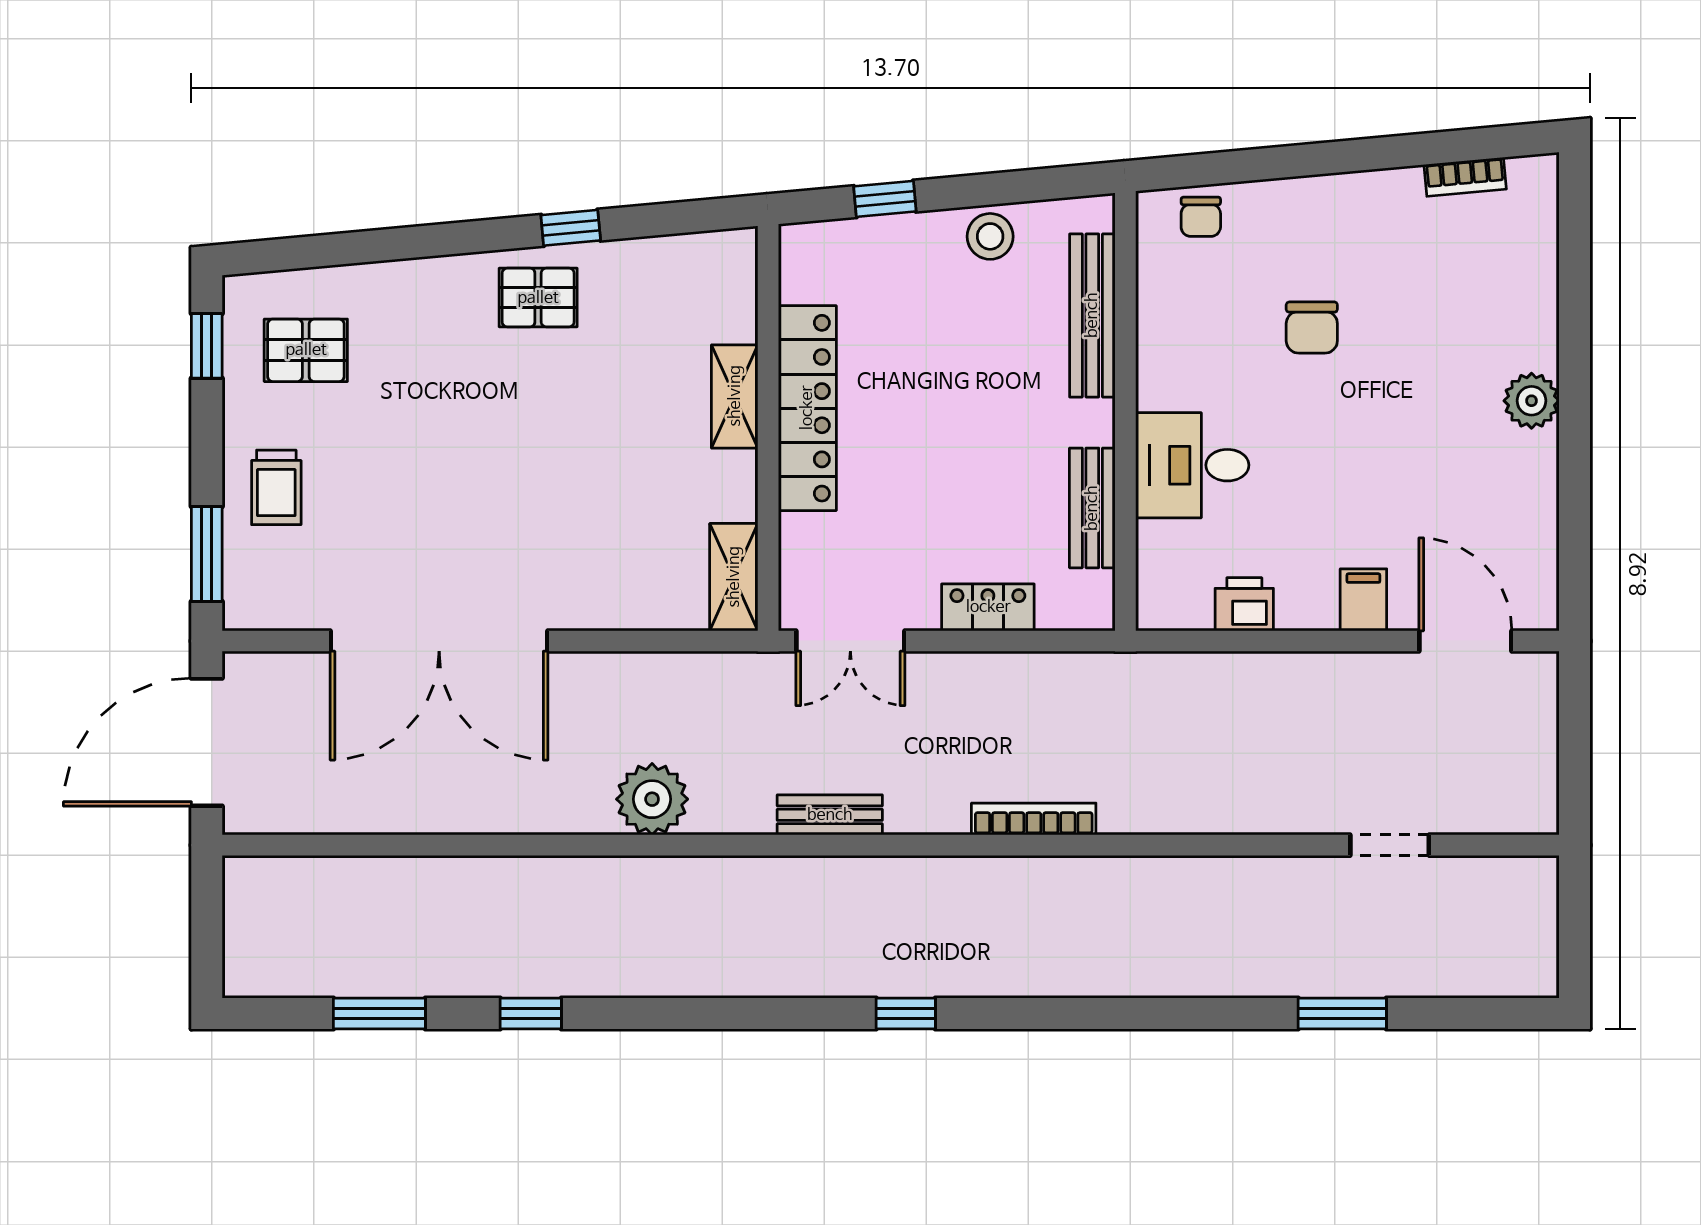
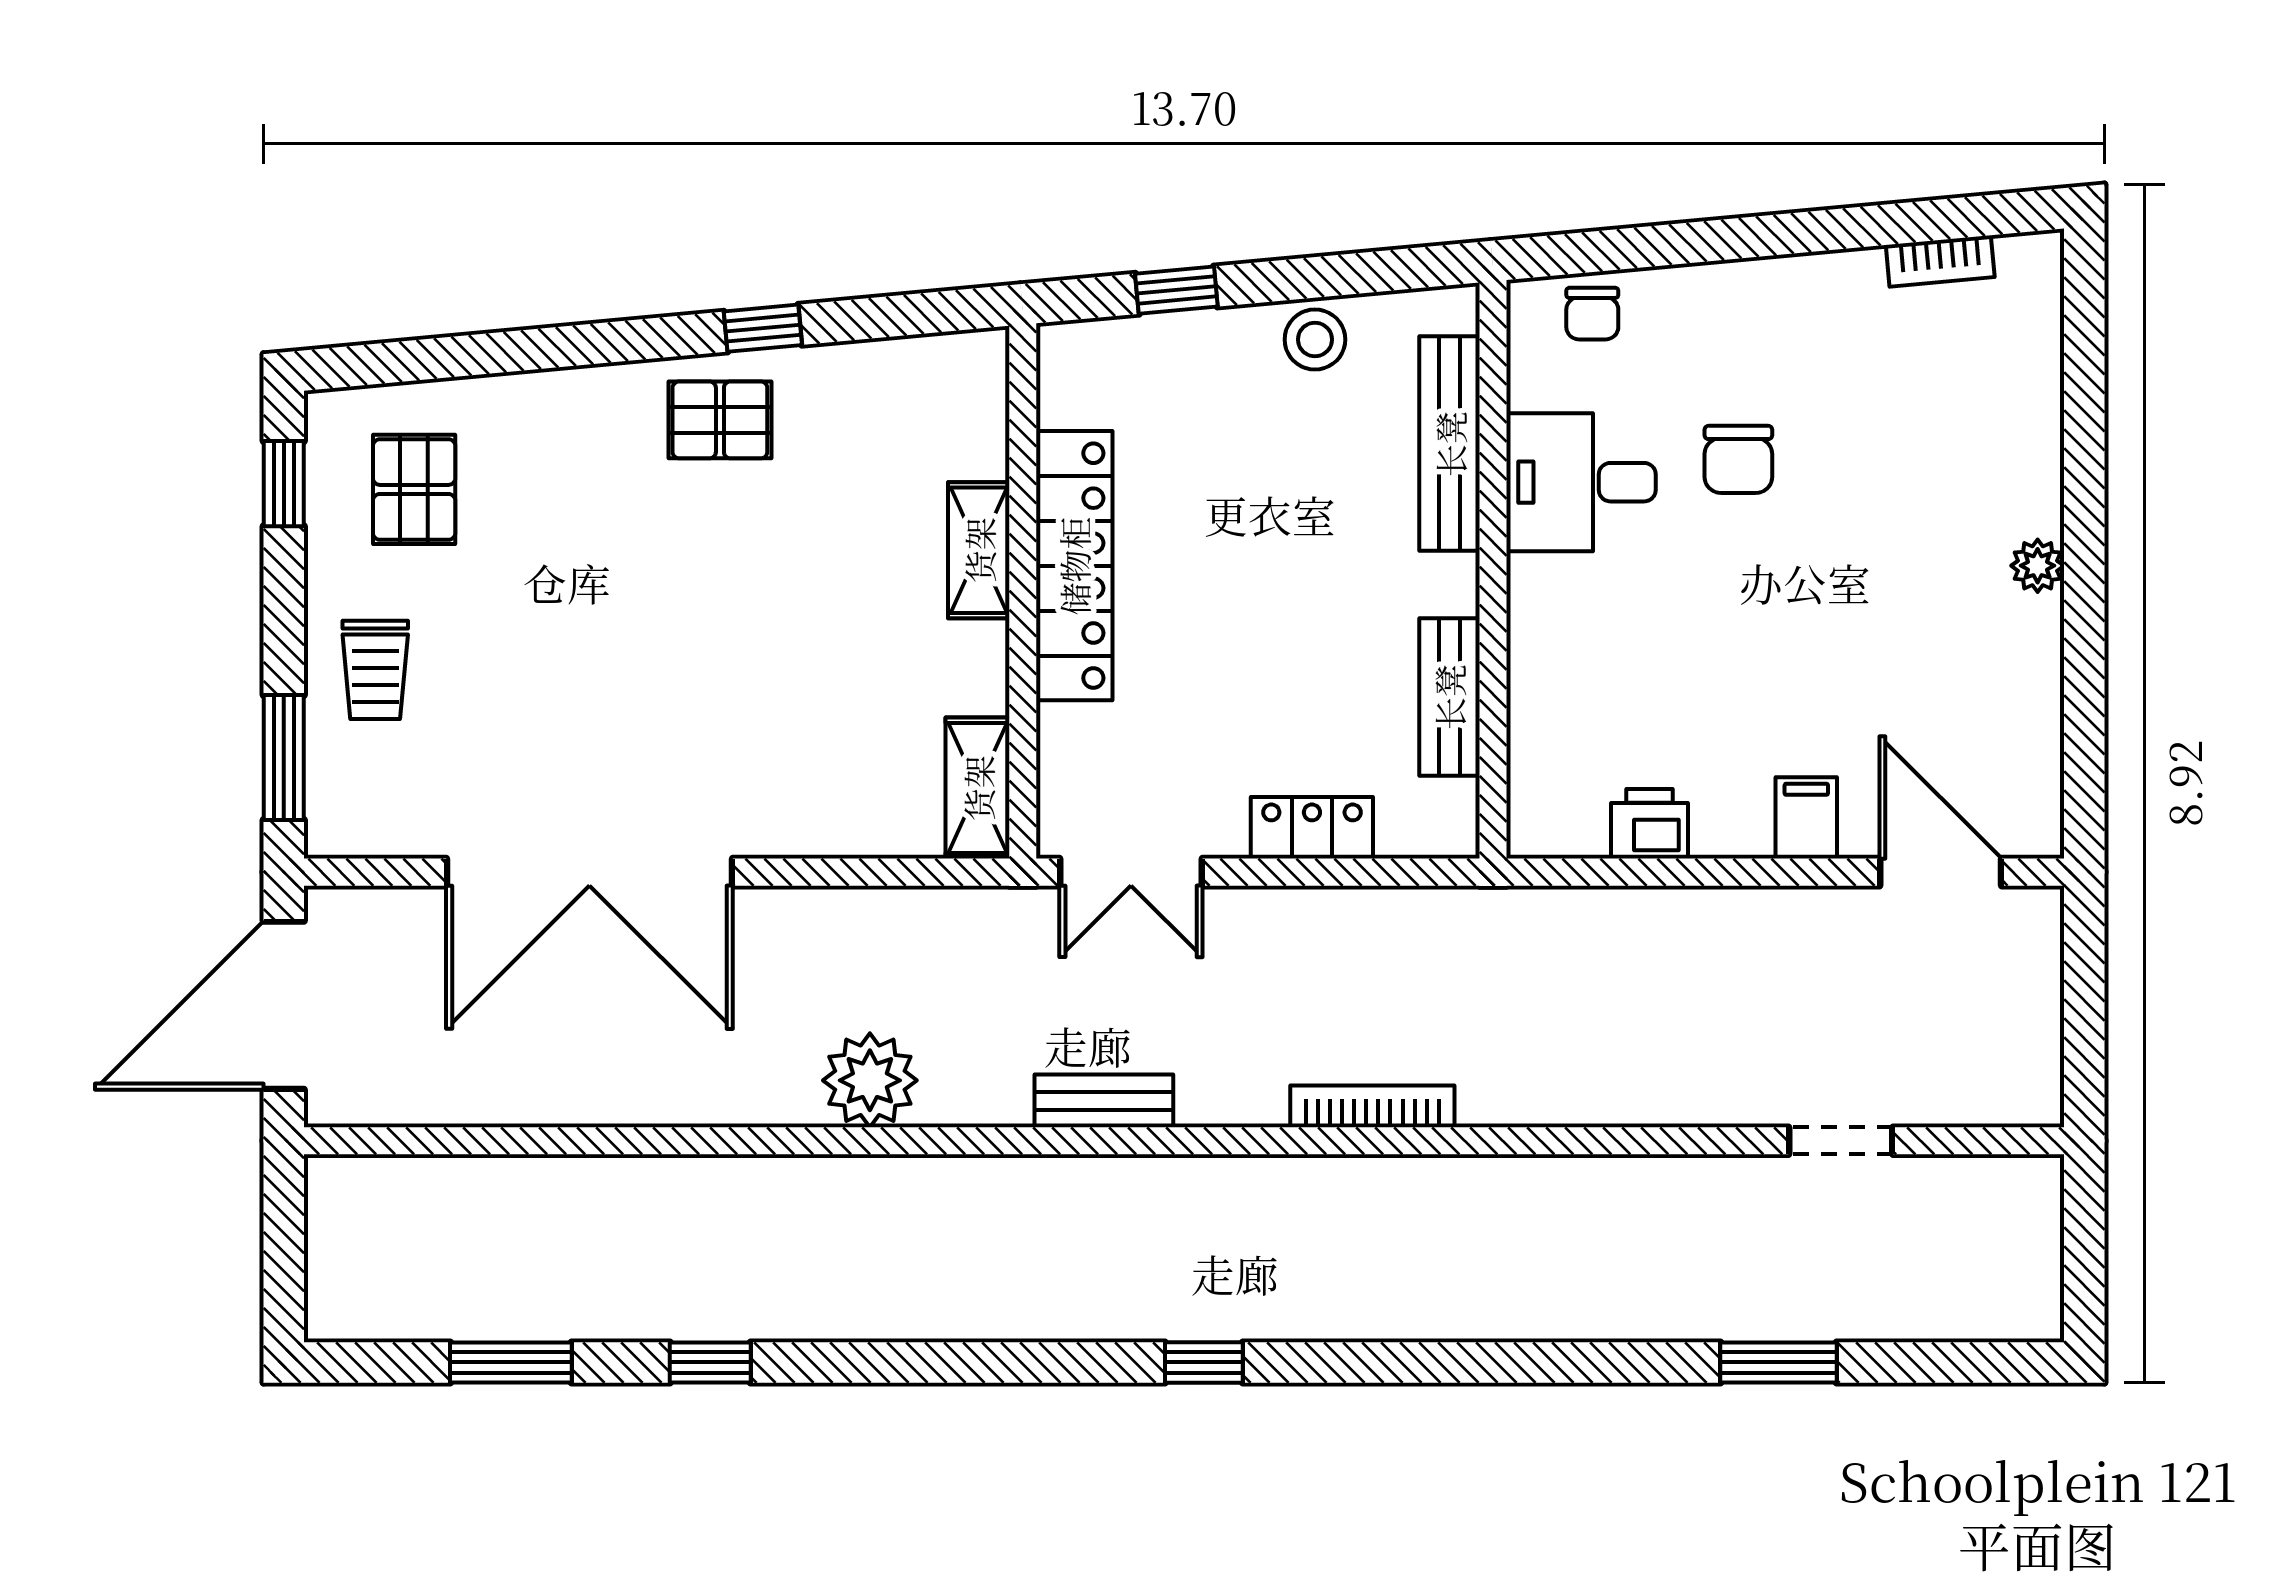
pallet: (306, 350) -> (414, 489), turned 90
plant: (1532, 401) -> (2038, 566), width x0.73, depth x0.73
desk: (1192, 465) -> (1581, 482), moved

